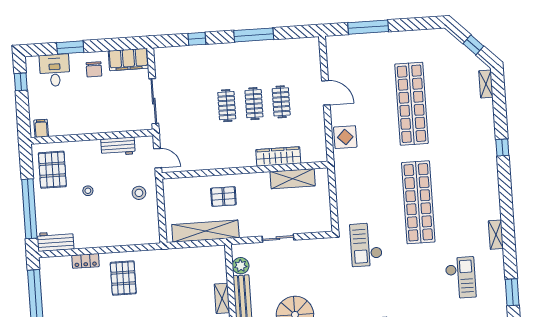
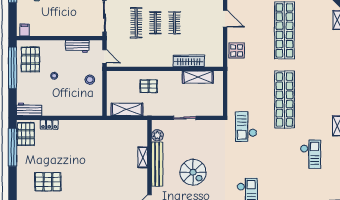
clothes rail: (281, 102) -> (136, 23), moved, width x1.36
window: (29, 209) -> (13, 68), moved
shelving: (205, 231) -> (127, 110), width x0.68
pallet: (123, 278) -> (26, 134), moved

